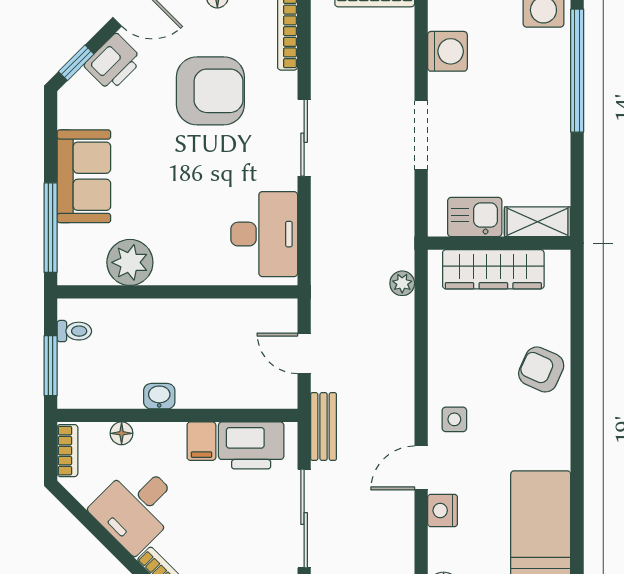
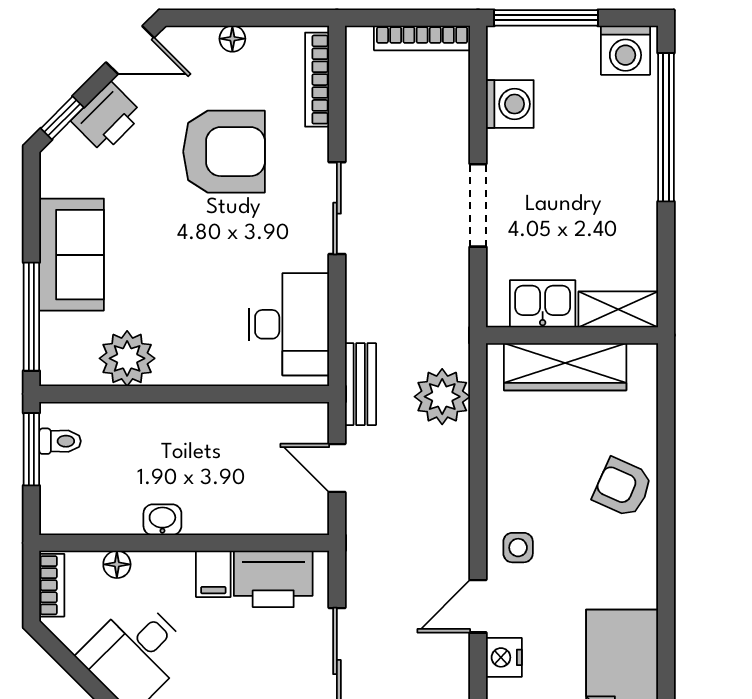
plant: (402, 283) -> (442, 397), width x1.87, depth x1.87
window: (51, 366) -> (31, 449), moved
bench: (324, 426) -> (360, 384), moved

